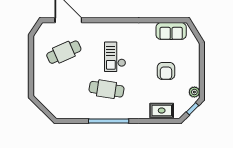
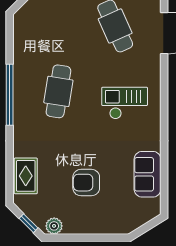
sofa: (171, 31) -> (147, 174), moved
checkout: (115, 57) -> (125, 103), moved

